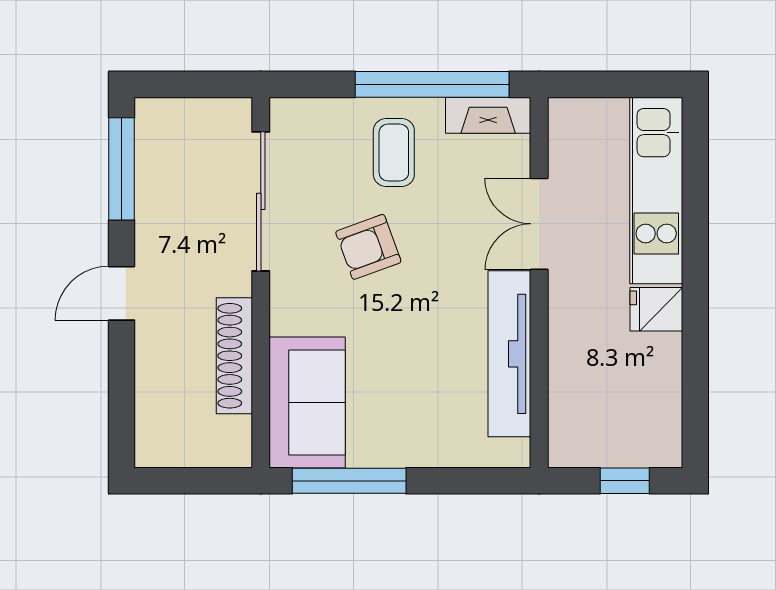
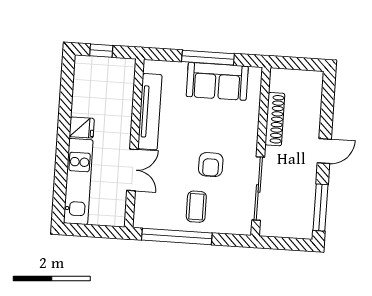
fireplace: (488, 115) -> (152, 221), removed
armchair: (368, 247) -> (211, 165), turned 110
sofa: (307, 402) -> (217, 81), moved, turned -90
window: (349, 481) -> (208, 58), moved

